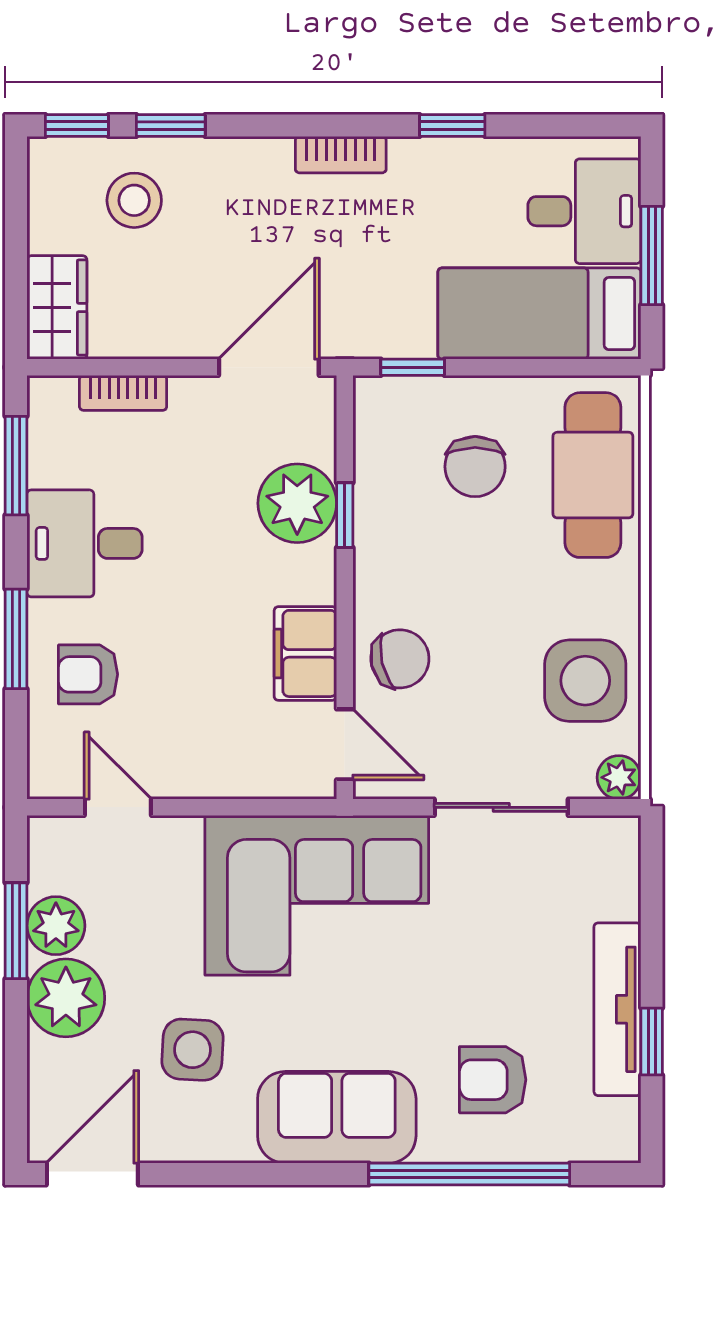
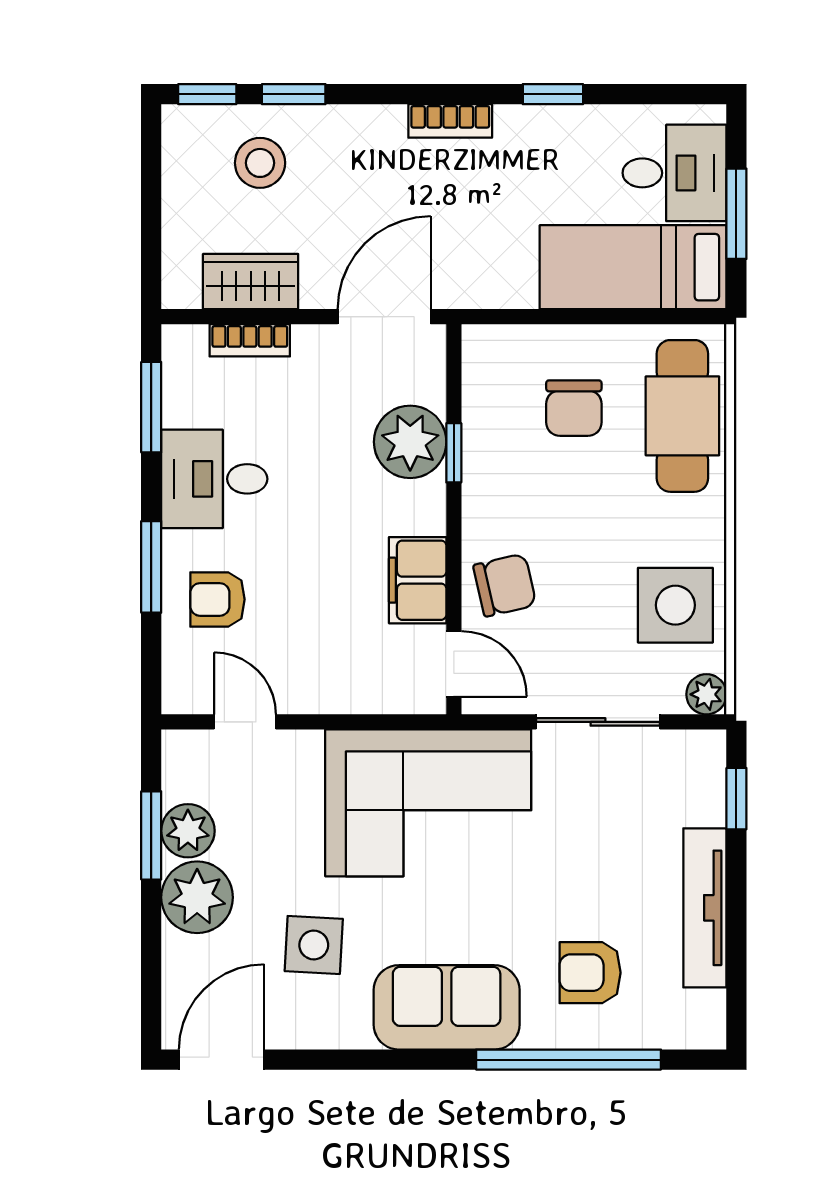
wardrobe: (57, 307) -> (251, 282), moved, turned -90
window: (413, 367) -> (516, 317), removed
window: (652, 1041) -> (736, 799), moved

